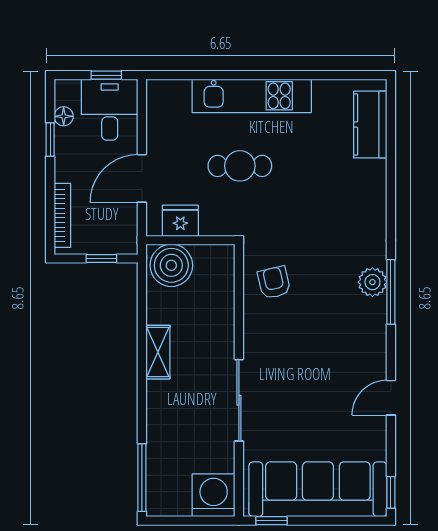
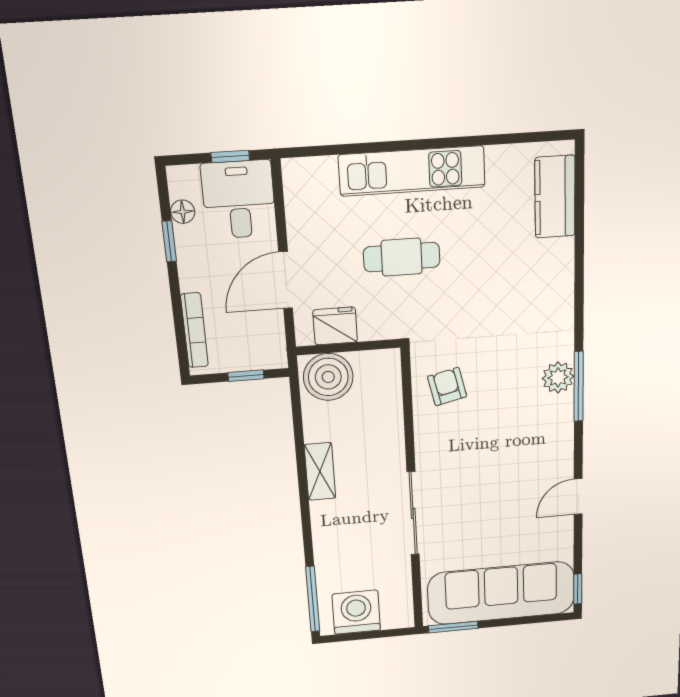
washing machine: (214, 495) -> (356, 612), moved
window: (271, 521) -> (453, 627), width x1.50

